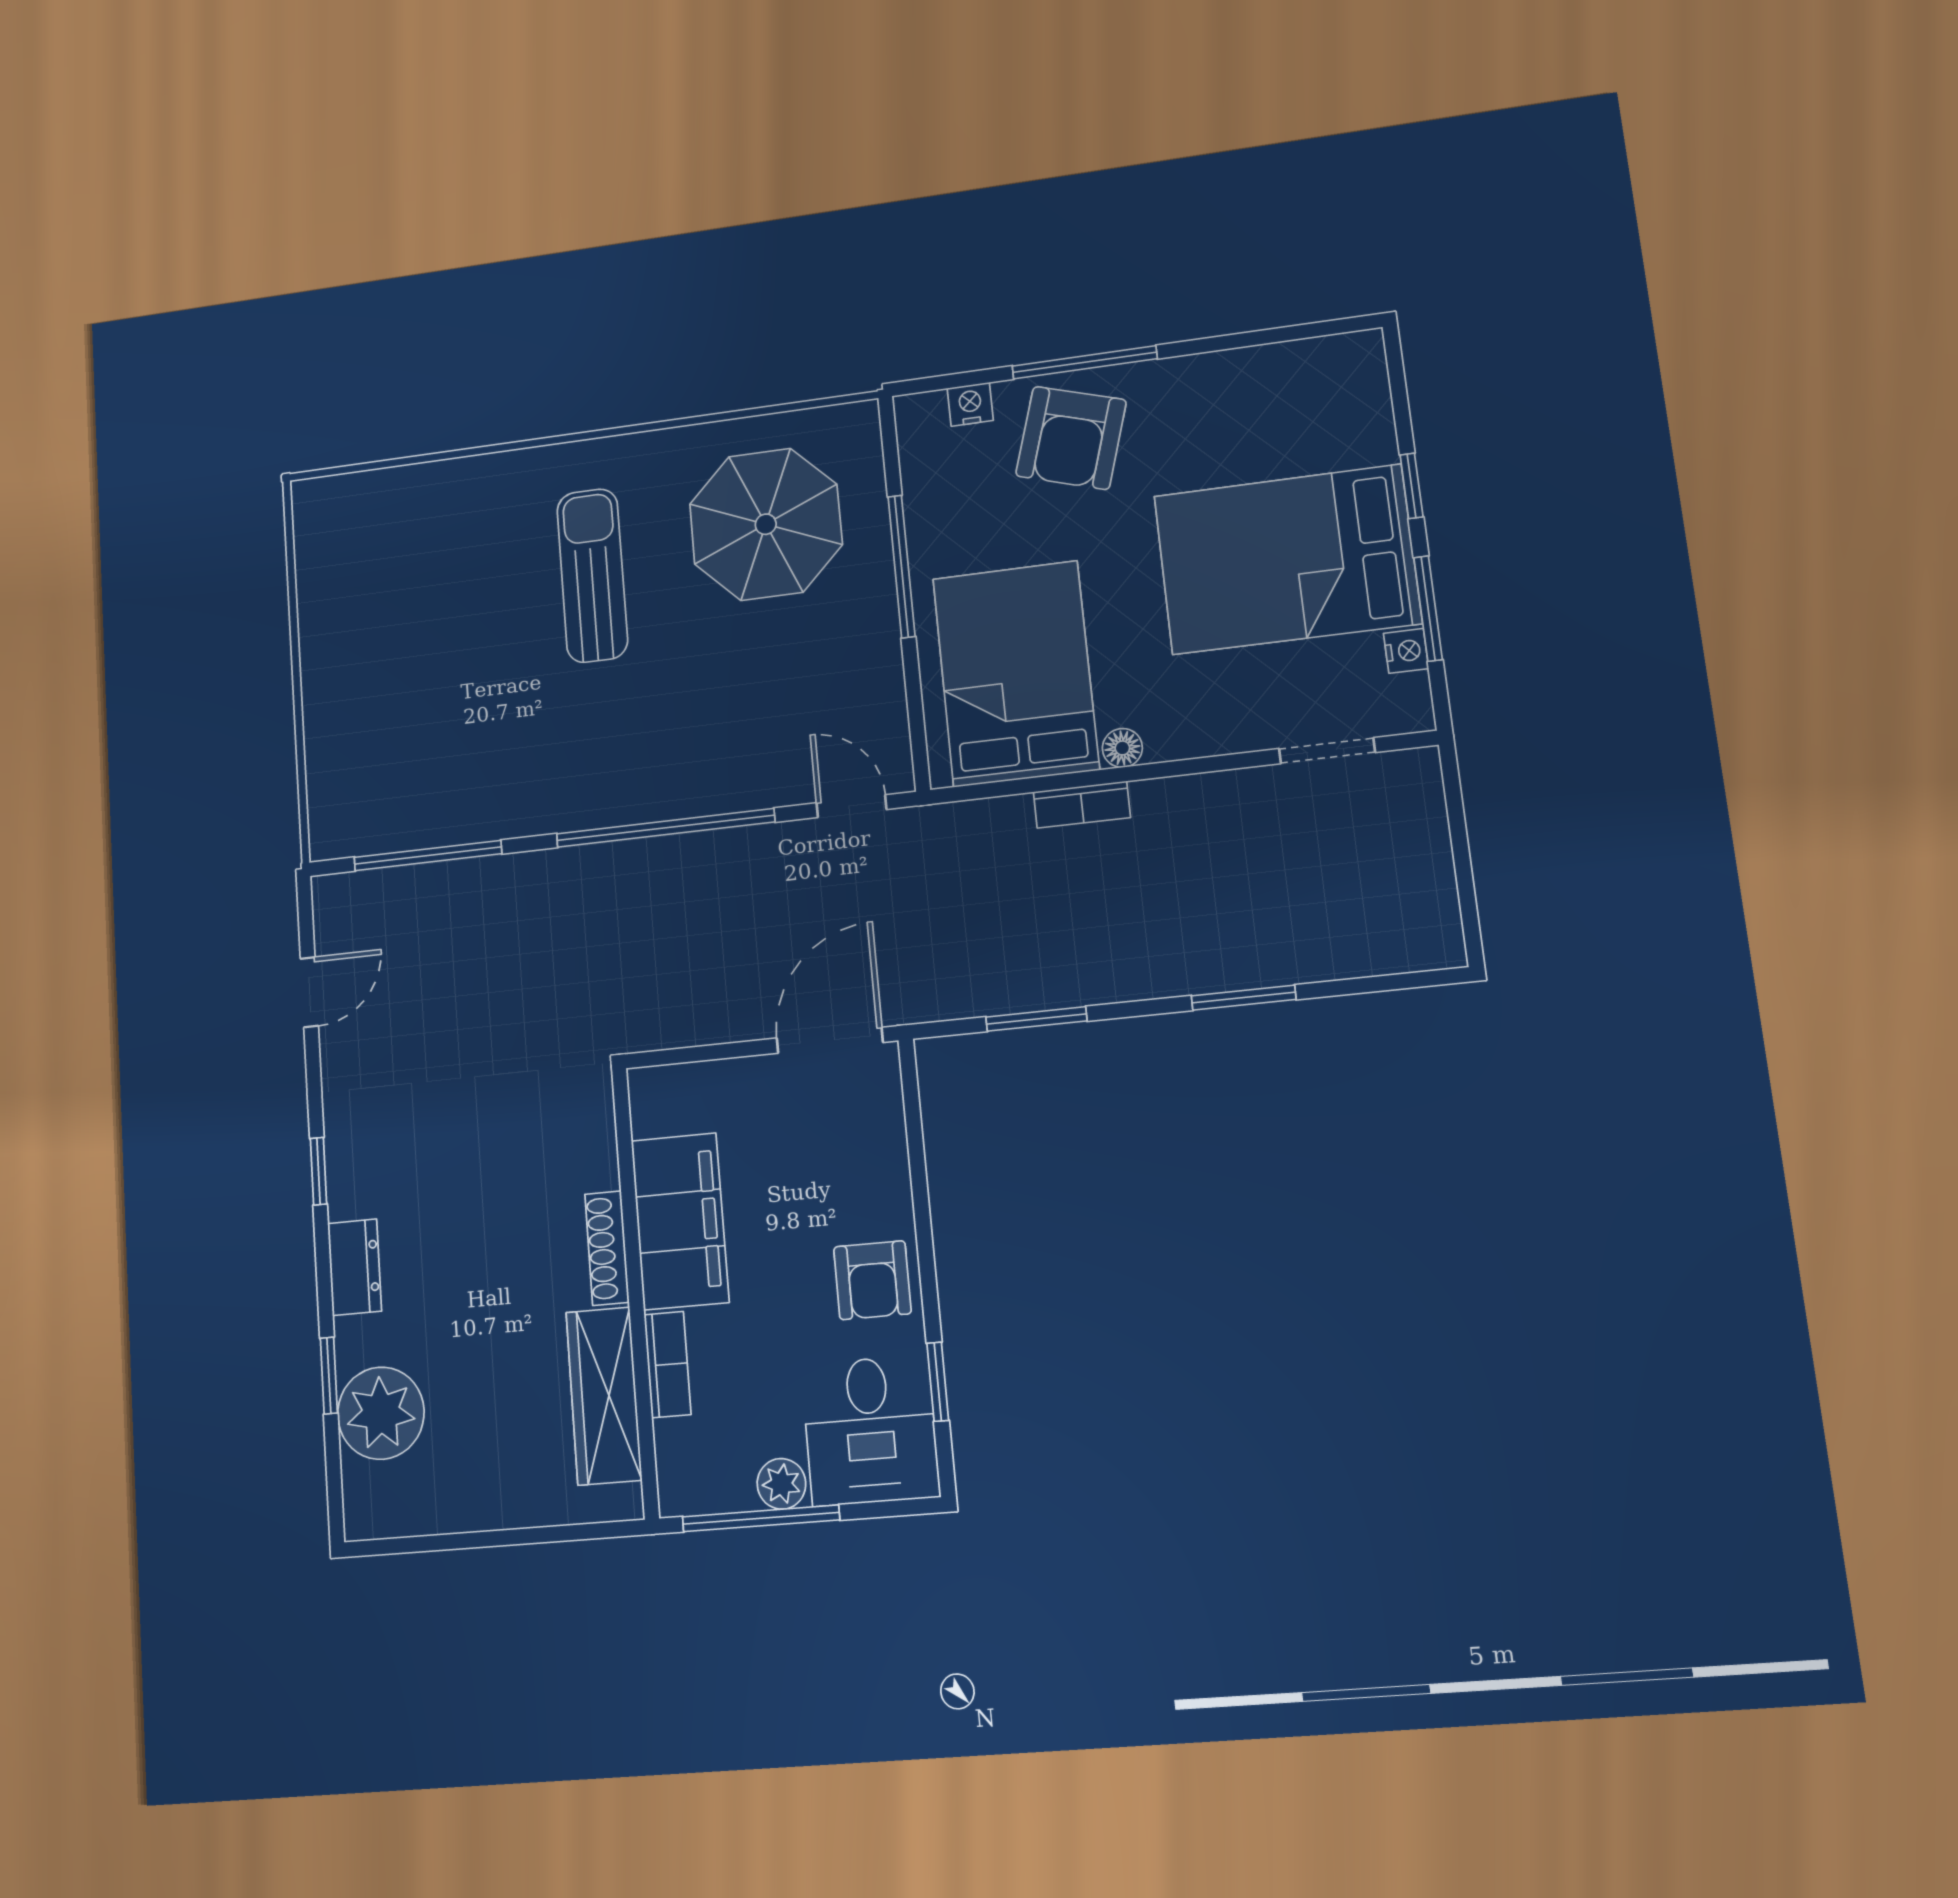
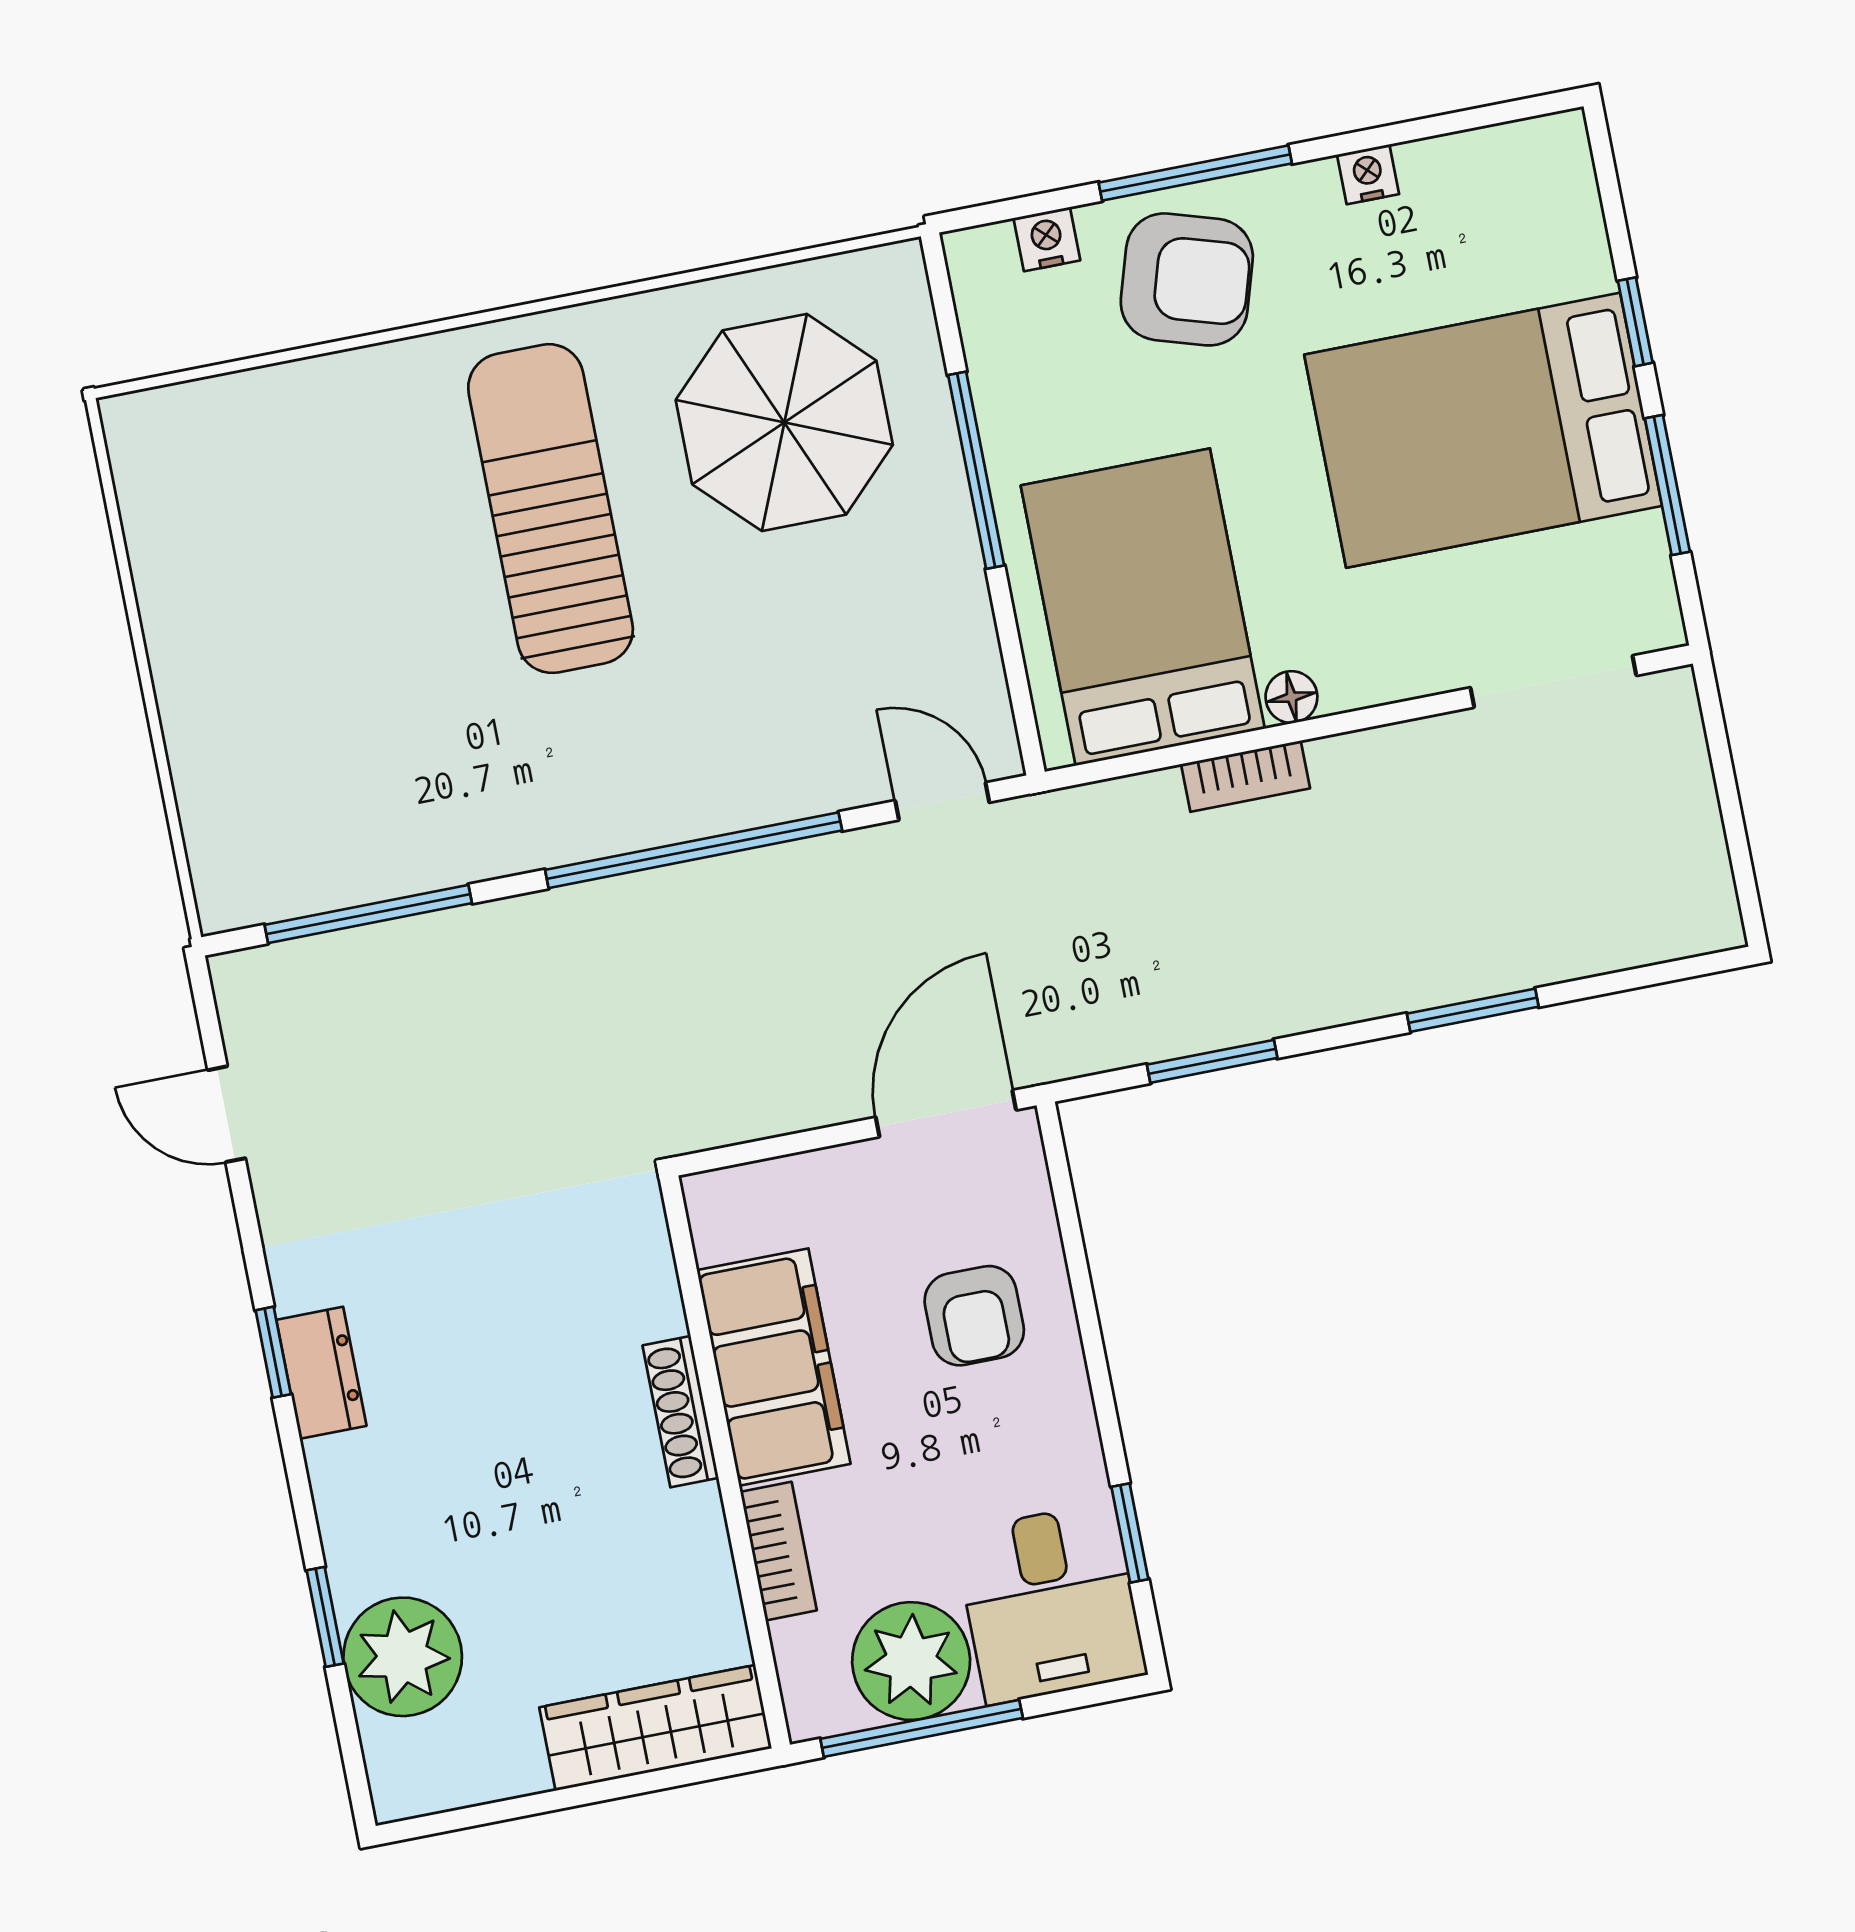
armchair: (1071, 438) -> (1187, 279), turned -90
sun lounger: (592, 575) -> (551, 509), width x1.36, depth x1.34
nightstand: (1406, 651) -> (1368, 174), moved, turned -90
doorway: (1327, 751) -> (1553, 682), width x1.38
door: (309, 992) -> (226, 1114), swing flipped
dresser: (355, 1267) -> (321, 1373), moved
armchair: (872, 1280) -> (974, 1316), moved
wardrobe: (604, 1396) -> (655, 1728), moved, turned 90
plant: (781, 1484) -> (911, 1661), width x1.88, depth x1.88

